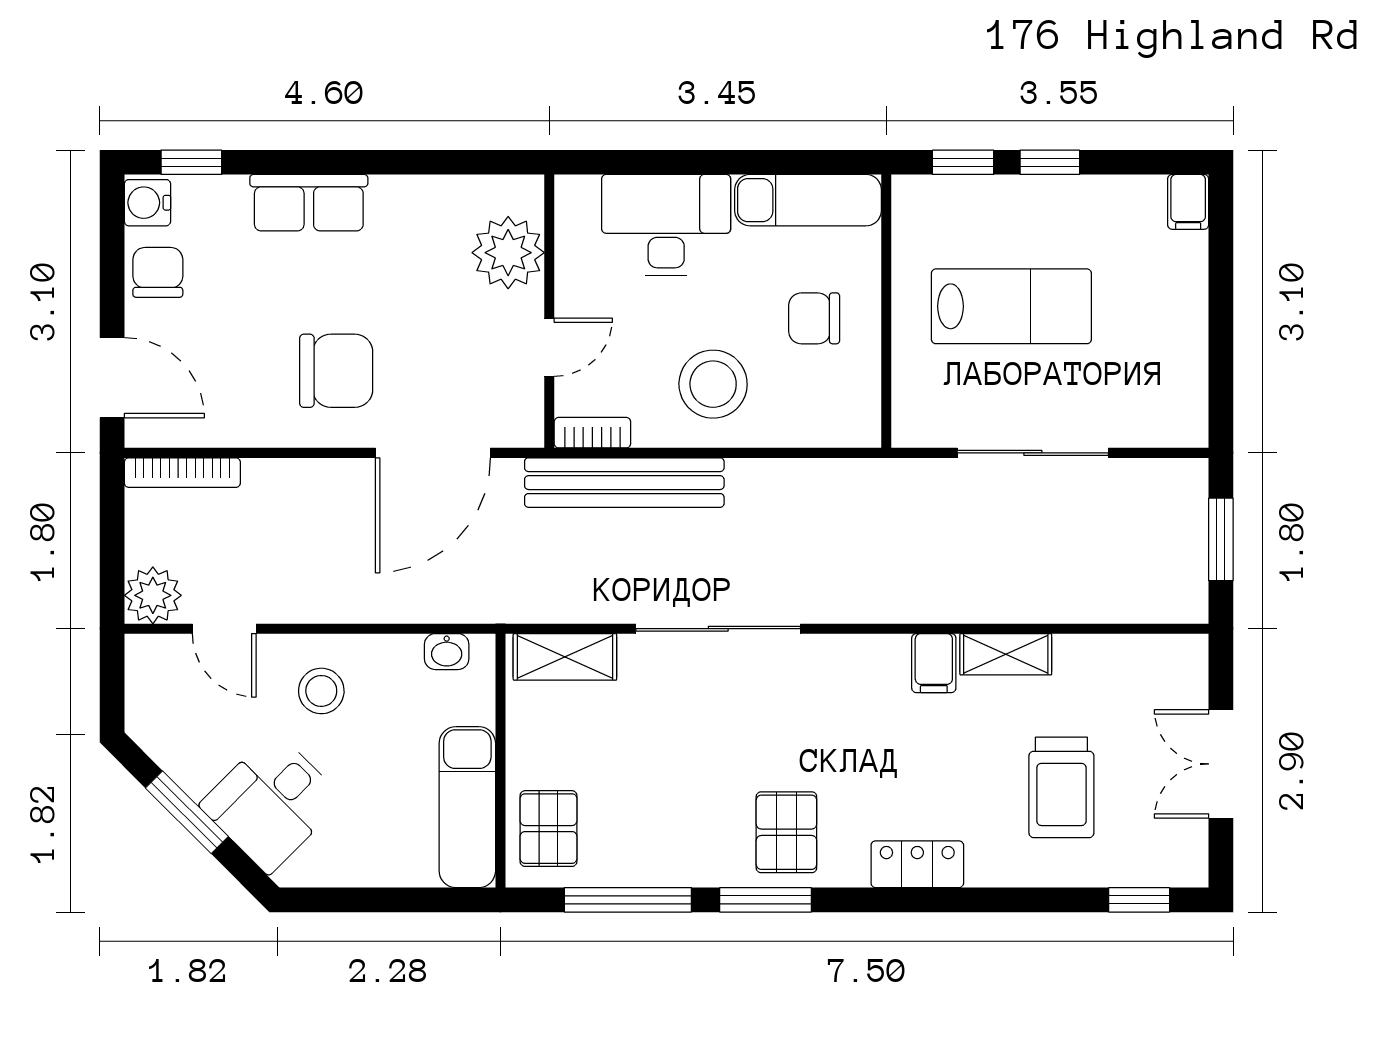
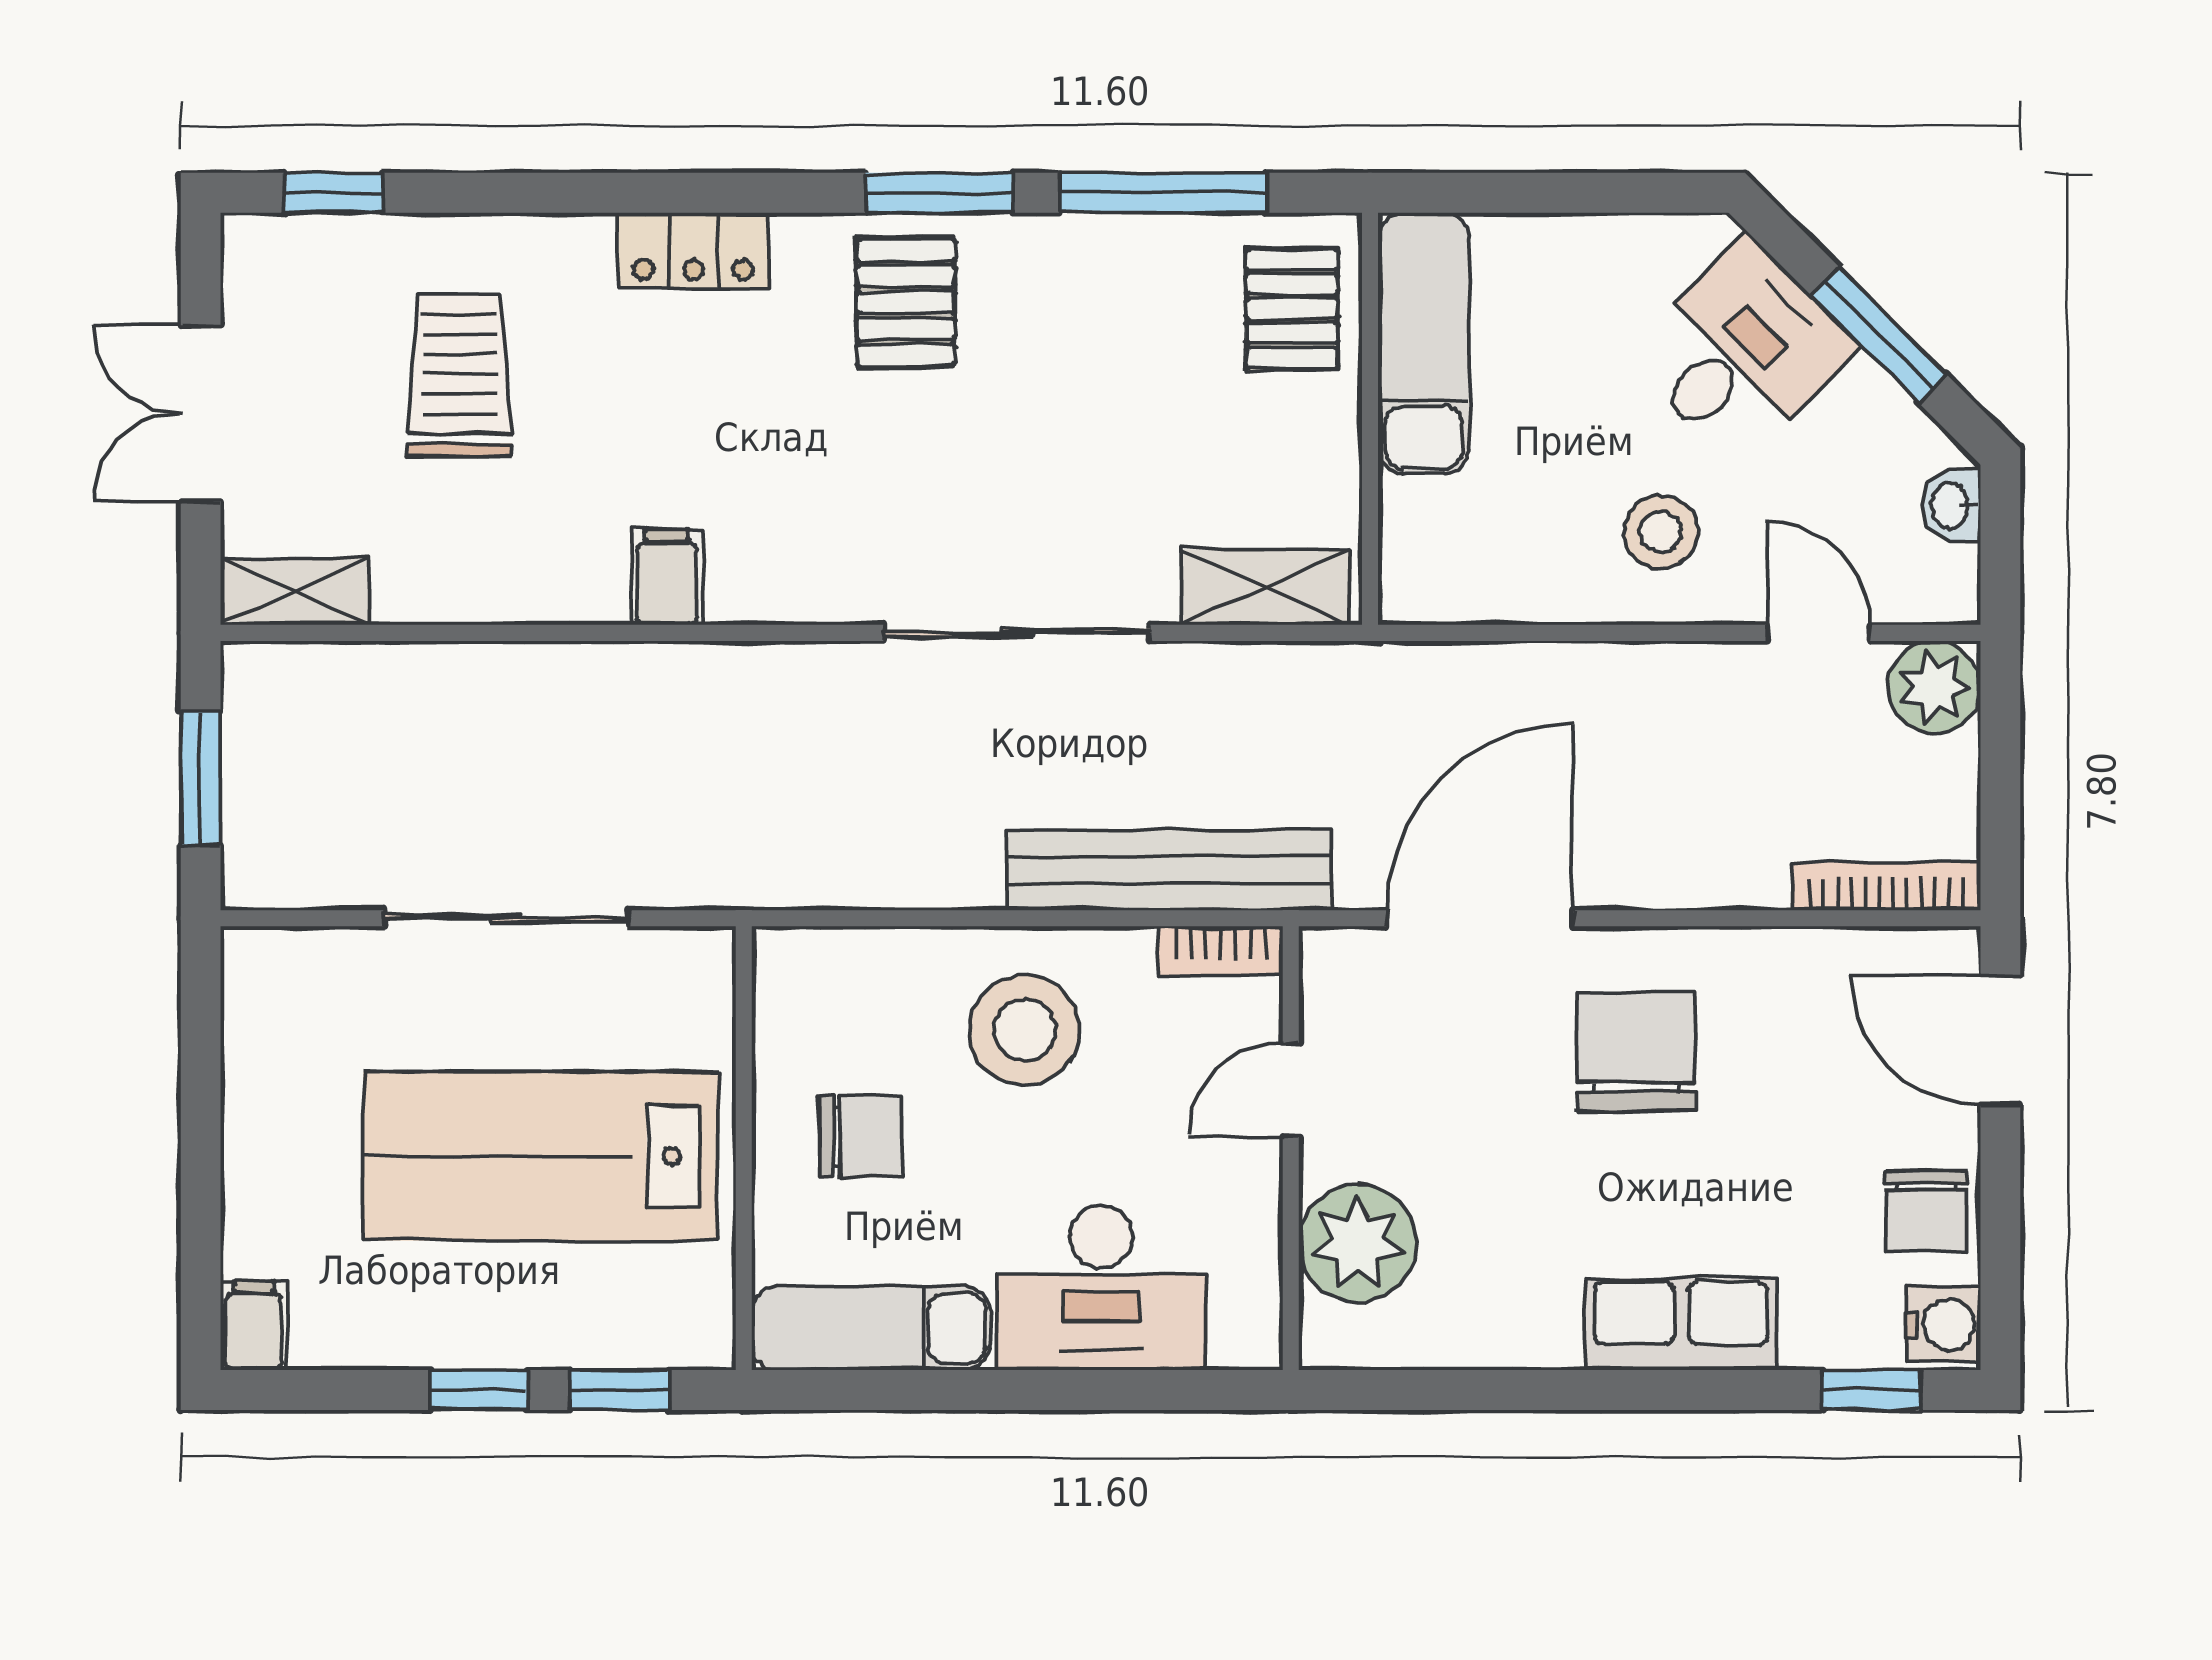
lab bench: (1011, 306) -> (541, 1156), width x1.36, depth x1.39
chair: (336, 371) -> (1637, 1052), turned 90
washbasin: (447, 652) -> (1951, 505), moved, turned -90
shelving: (1006, 654) -> (295, 591), moved
double door: (1221, 764) -> (201, 413), swing flipped

